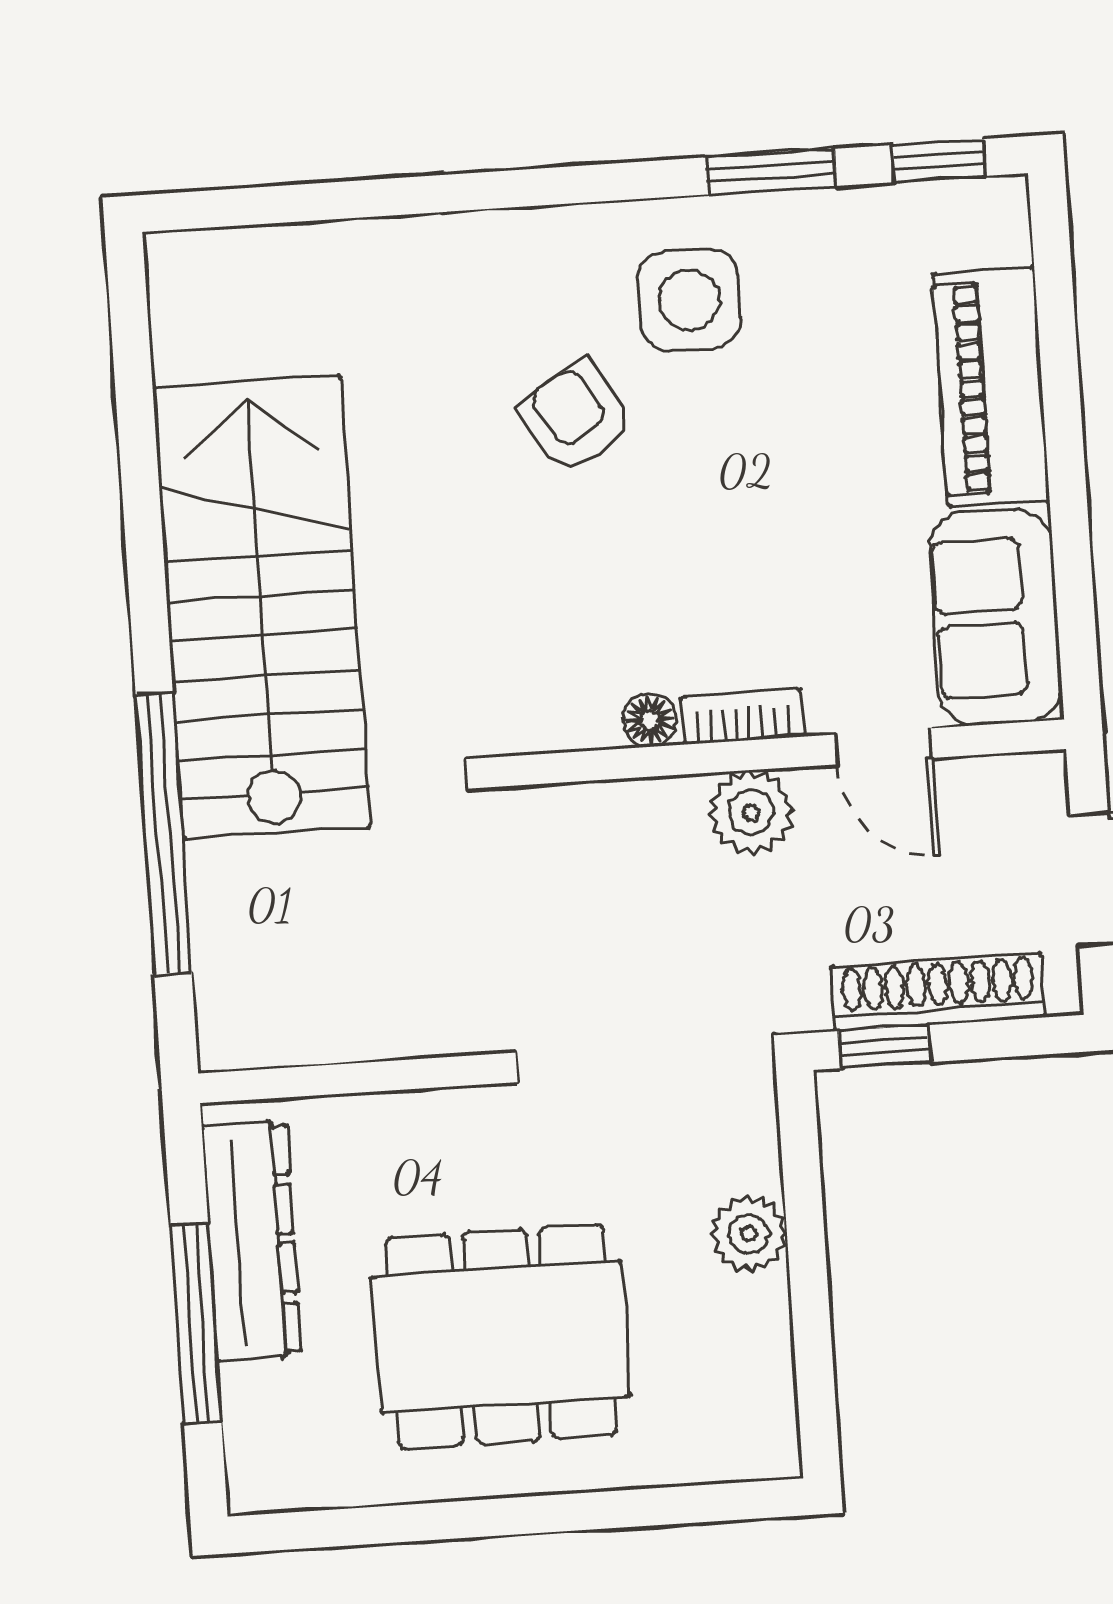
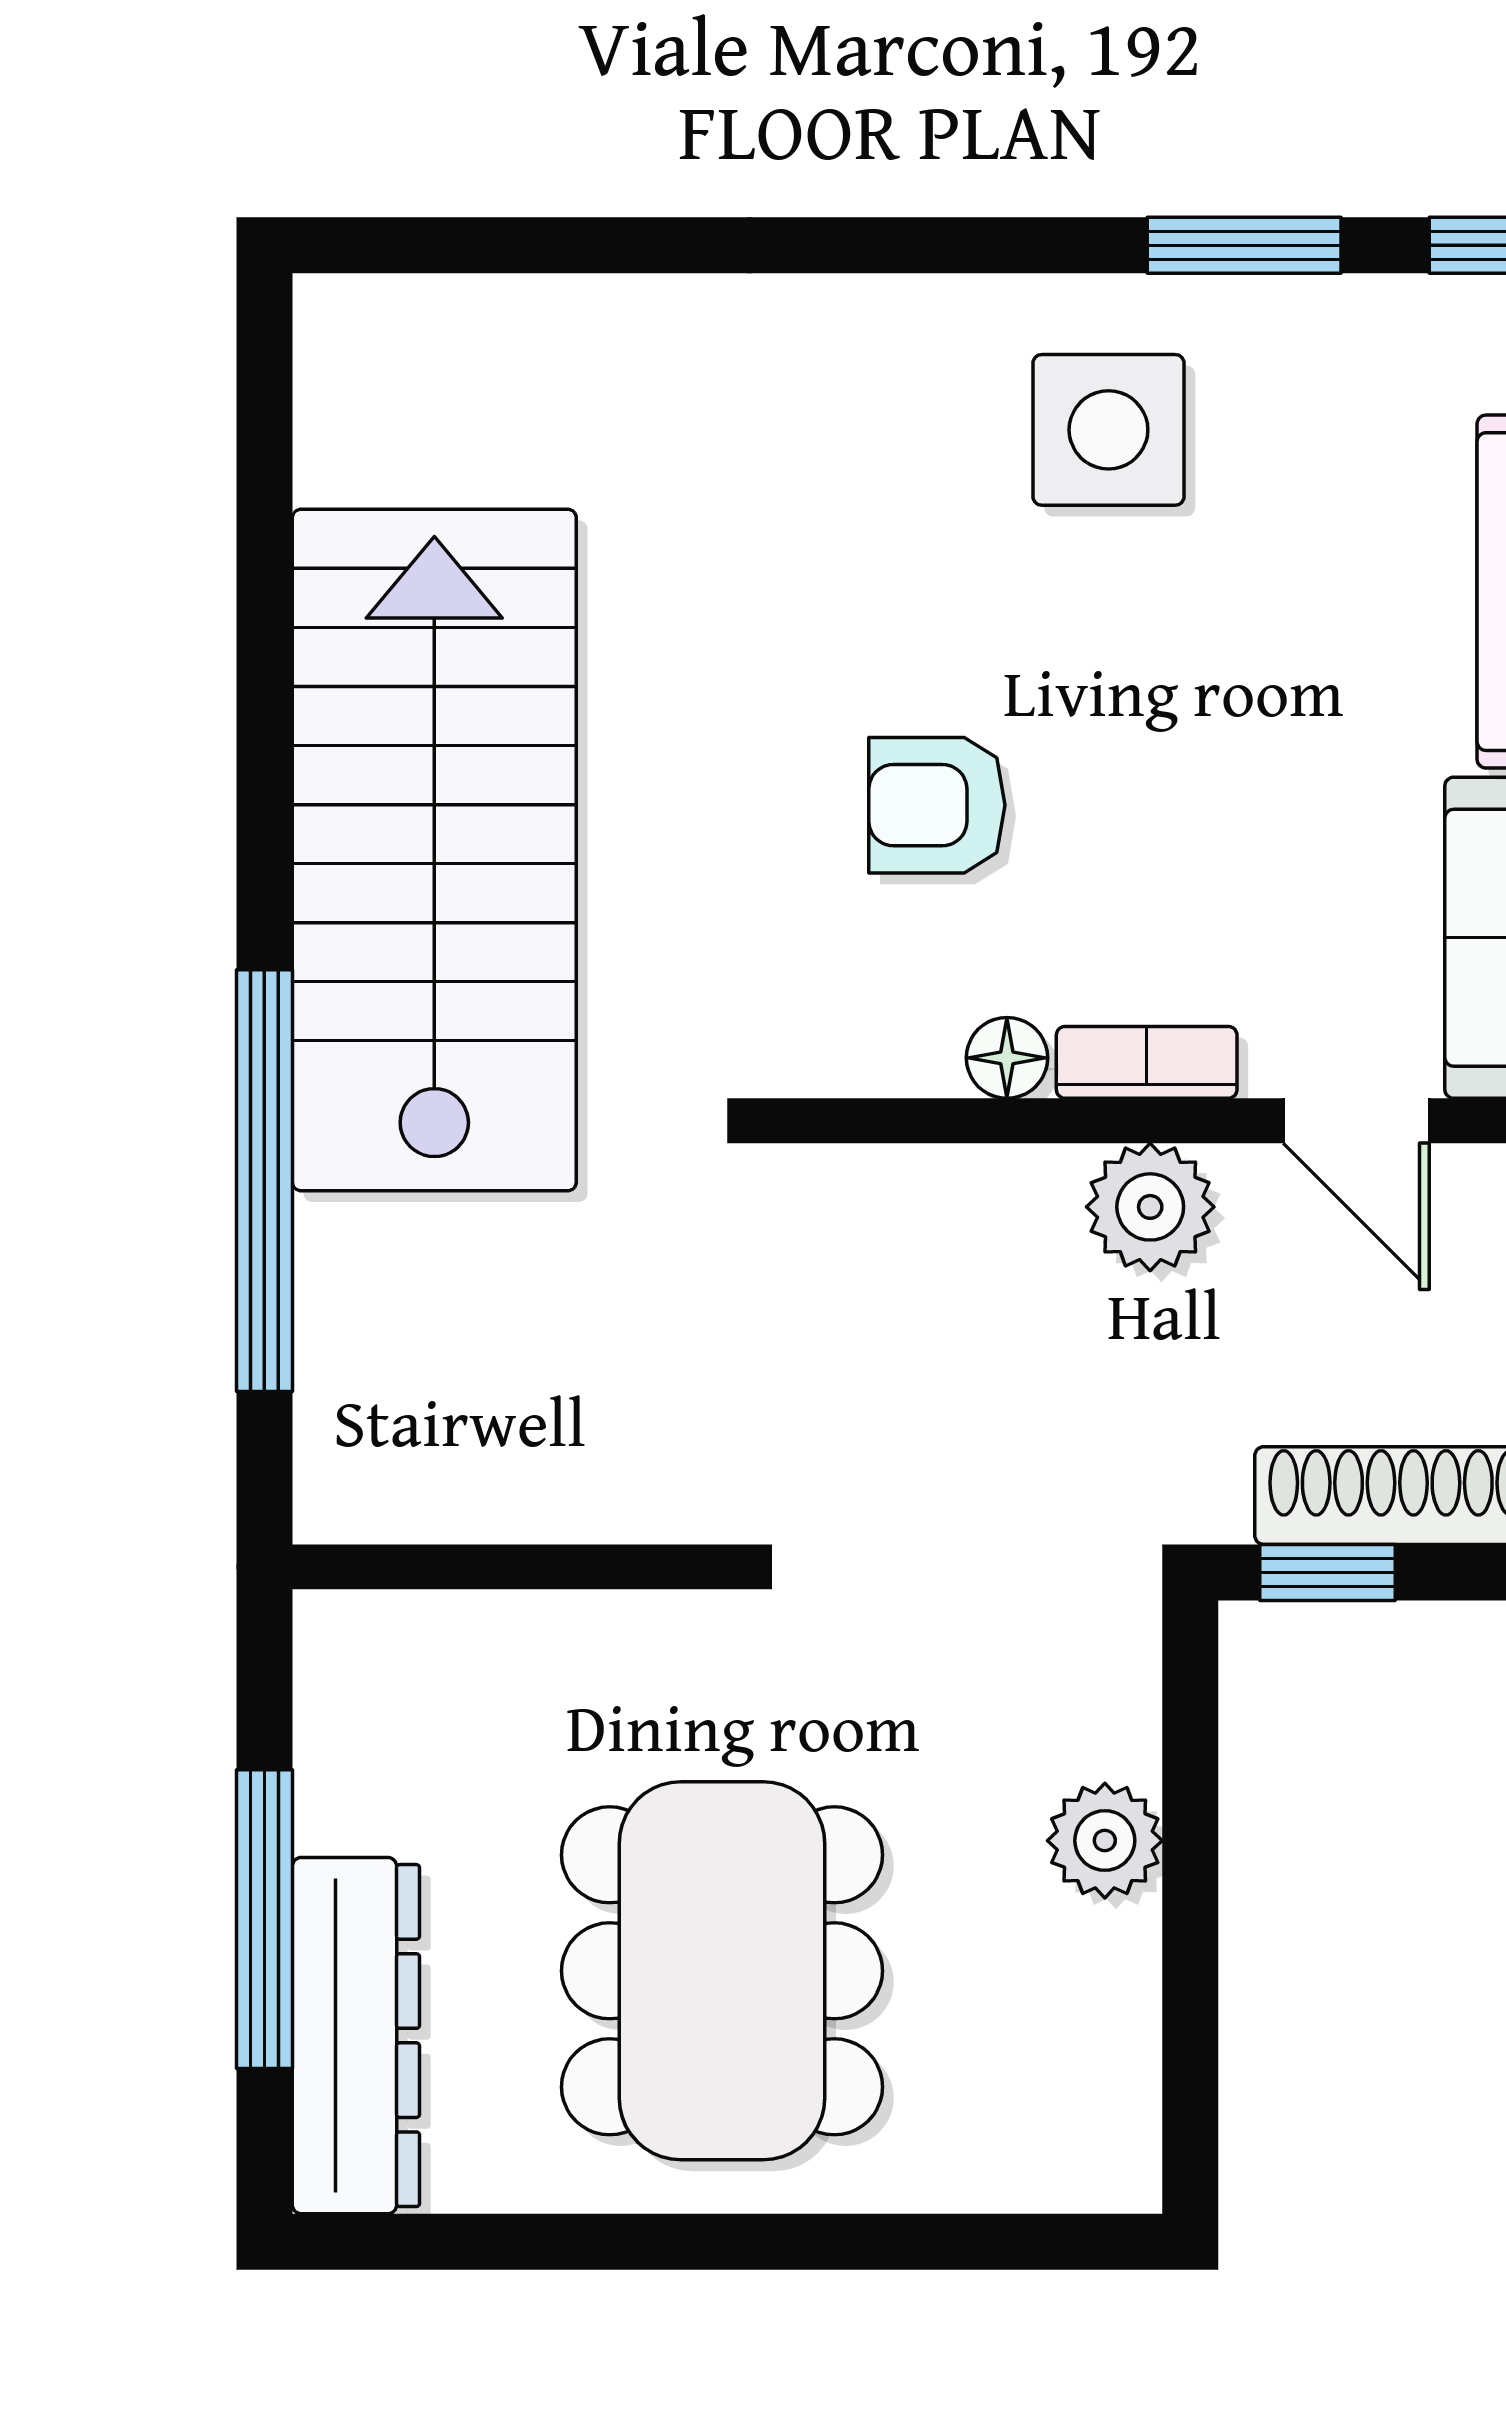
armchair: (575, 417) -> (937, 805), moved, turned -59
dresser: (251, 1241) -> (356, 2036), moved
dining table: (501, 1337) -> (722, 1971), turned 90

